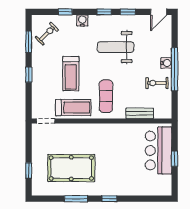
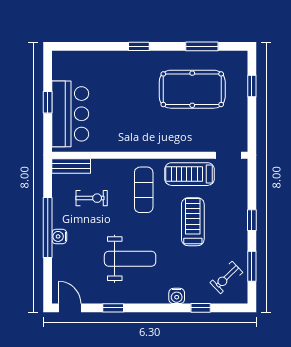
window: (104, 12) -> (146, 308), removed
door: (159, 12) -> (70, 308), hinge flipped
exercise bike: (157, 83) -> (92, 198), moved
bench: (140, 113) -> (71, 166), moved
window: (76, 199) -> (202, 46), moved

